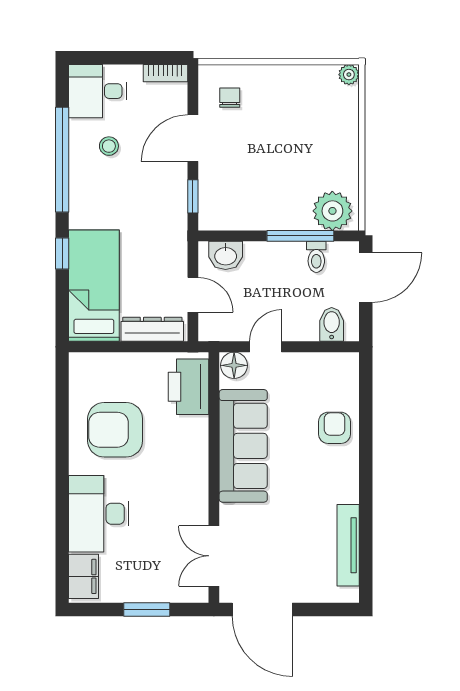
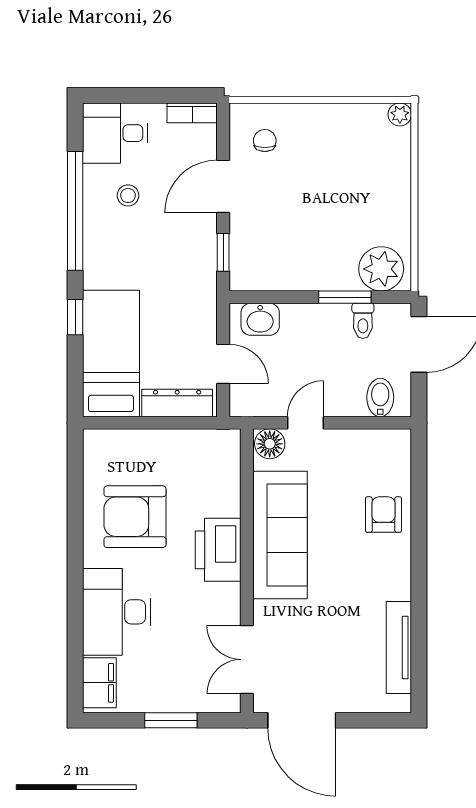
window: (300, 236) -> (345, 297), width x0.69
printer: (189, 387) -> (218, 550), moved

